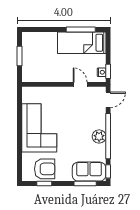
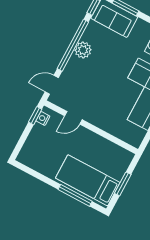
window: (81, 30) -> (75, 195), moved
bed: (82, 43) -> (88, 180), moved, turned 180
door: (80, 84) -> (73, 118), hinge flipped

